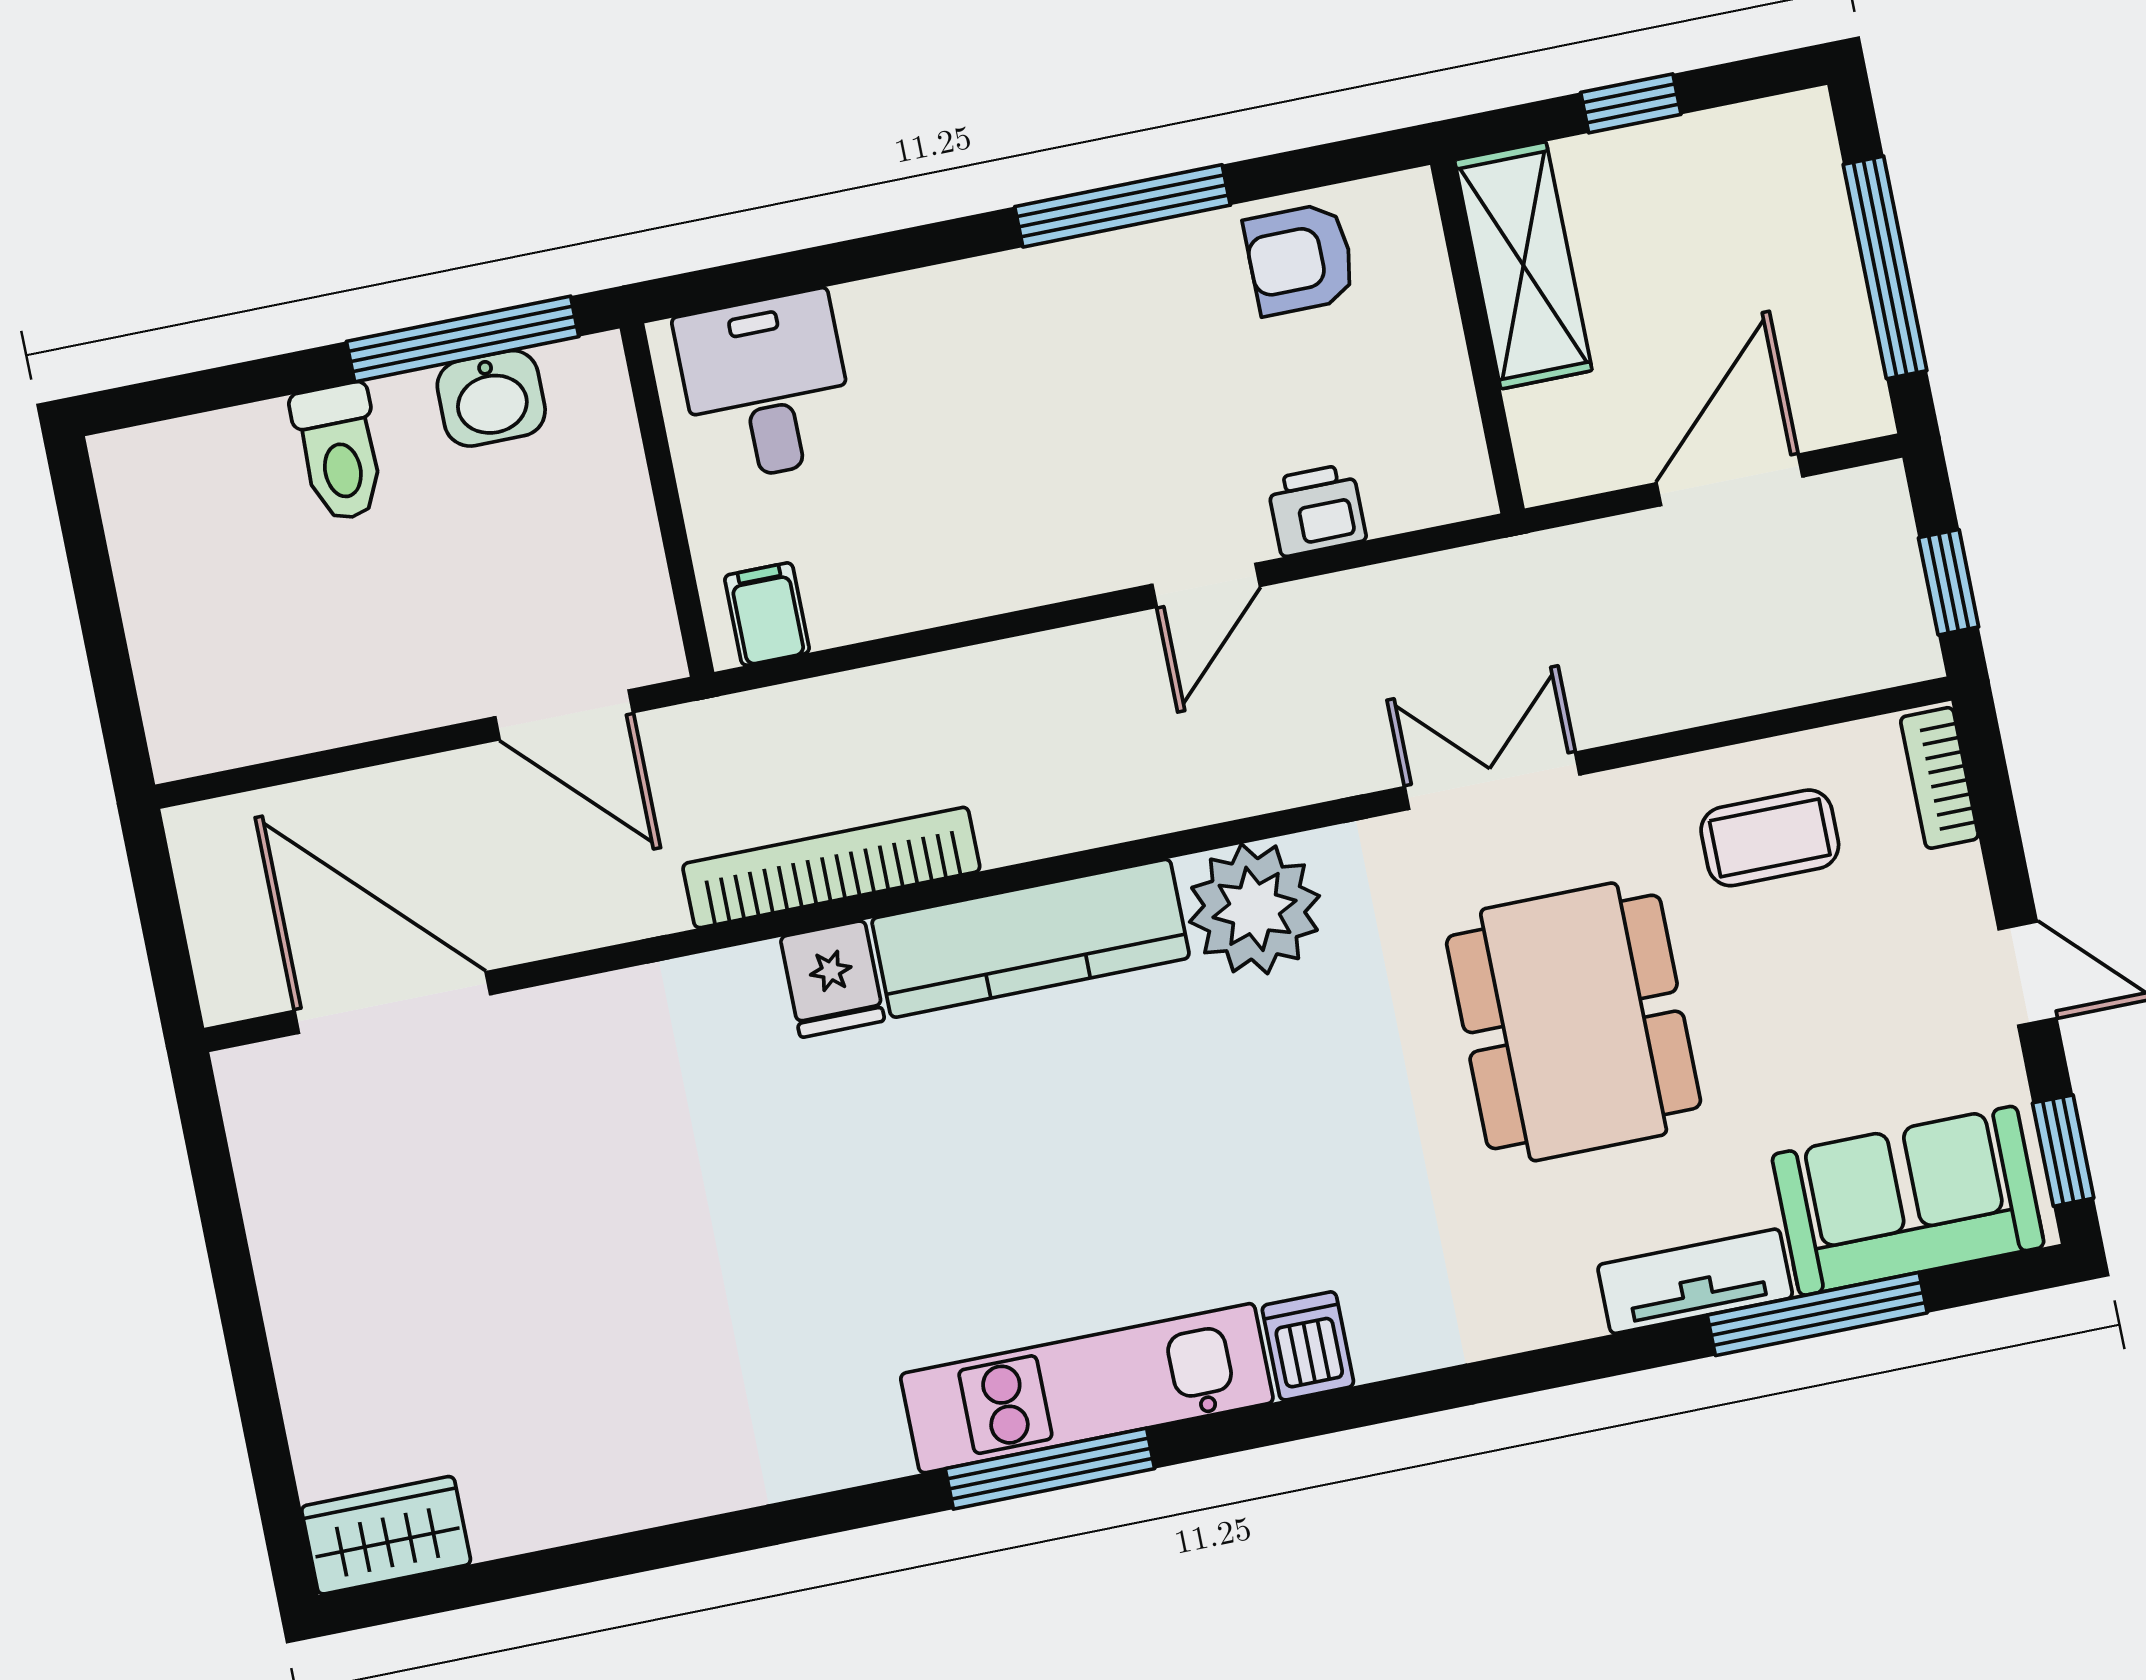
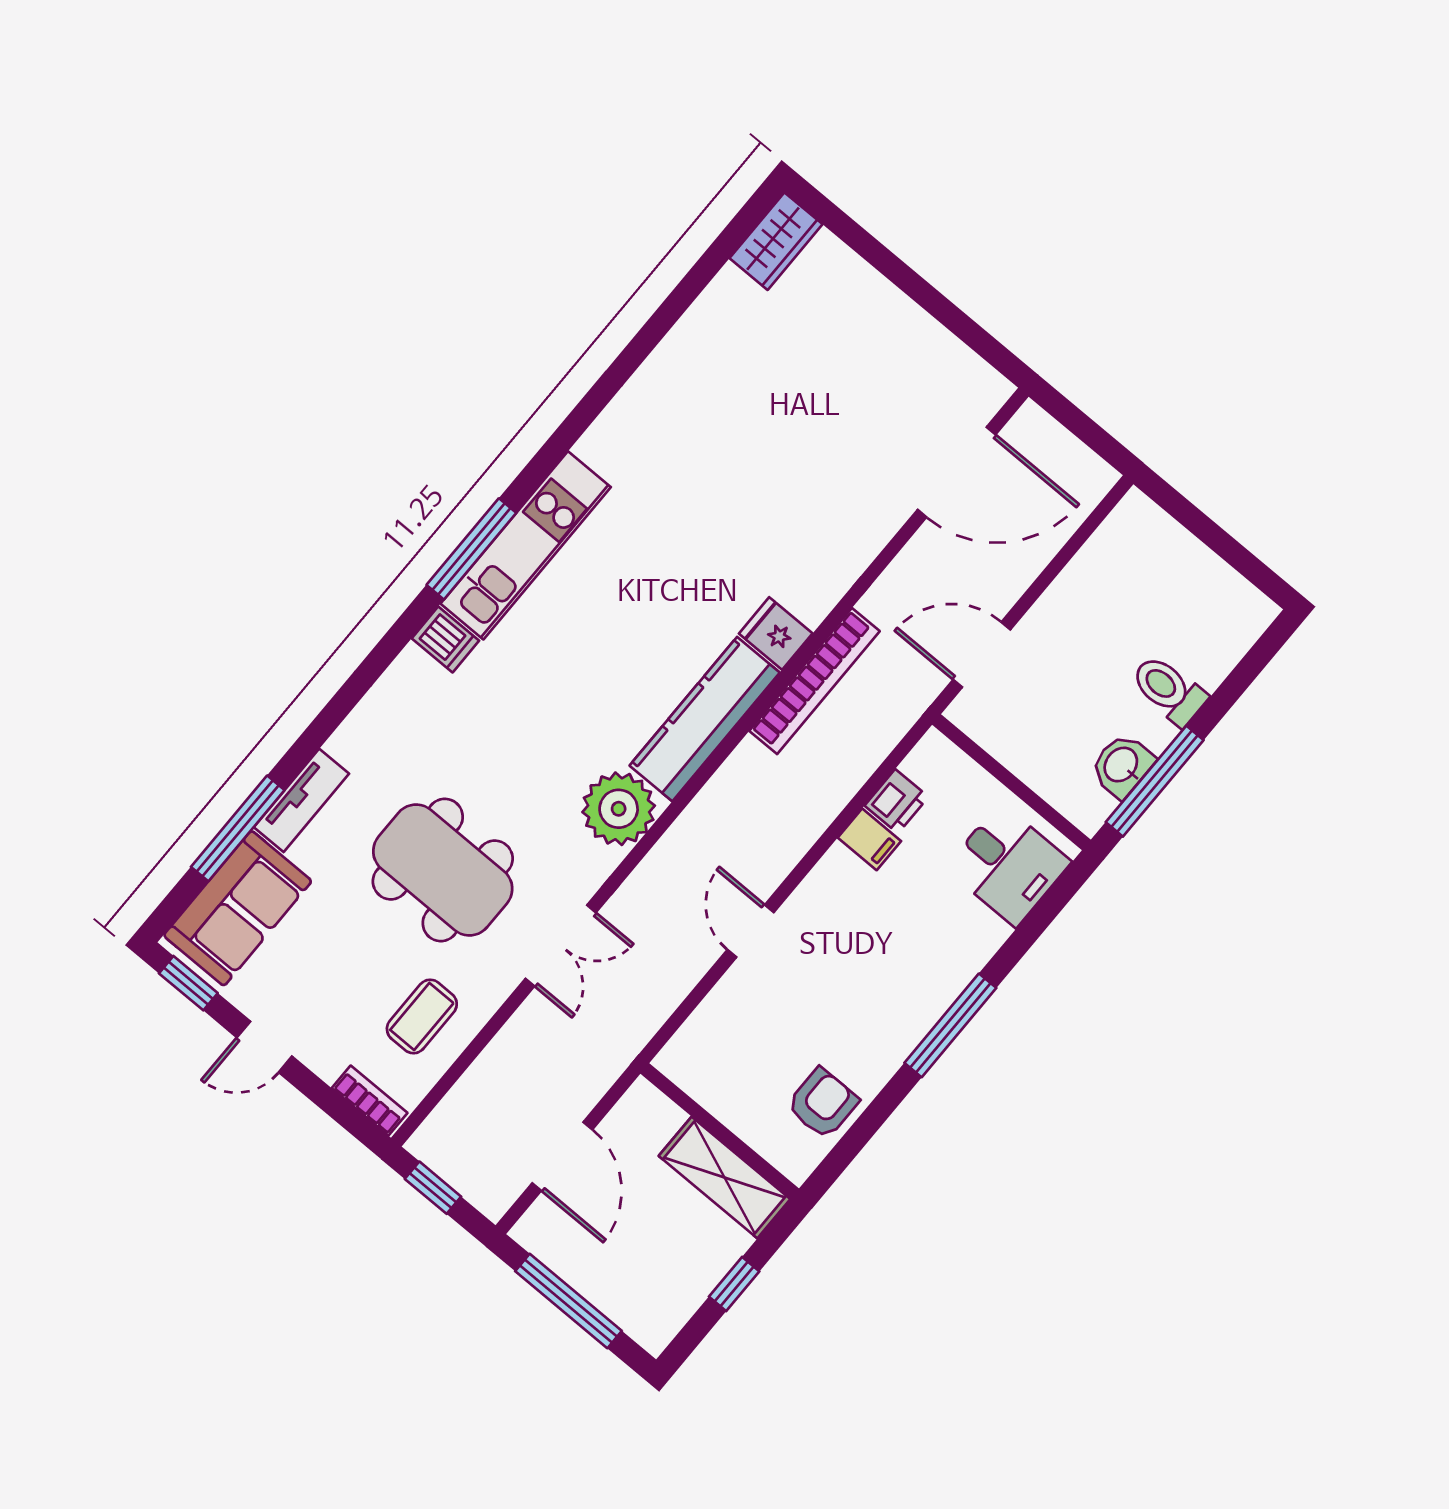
window: (1123, 206) -> (950, 1025), moved
printer: (1317, 510) -> (897, 801), moved
filing cabinet: (767, 614) -> (869, 839), moved
window: (1050, 1469) -> (471, 549), moved

